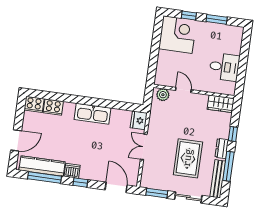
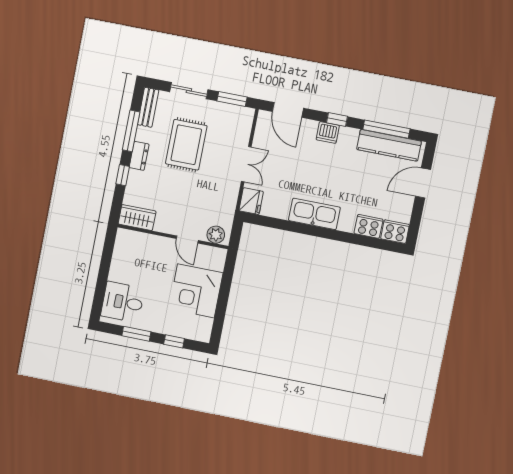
corner desk: (178, 35) -> (196, 291), moved
desk: (224, 67) -> (123, 302), moved
dishwasher: (72, 171) -> (328, 132), moved
bench: (218, 179) -> (148, 107), width x0.73

